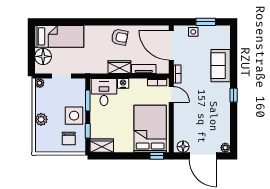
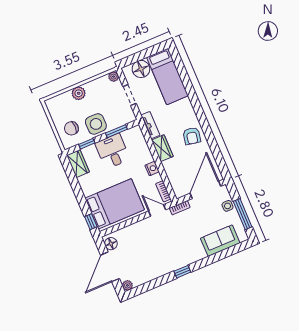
window: (206, 22) -> (243, 214), width x1.44
sofa: (221, 66) -> (220, 241), moved
tv unit: (144, 69) -> (150, 125), moved
nightstand: (123, 83) -> (152, 168), moved
desk: (104, 92) -> (113, 151), moved, turned -90
door: (171, 94) -> (157, 210), swing flipped

